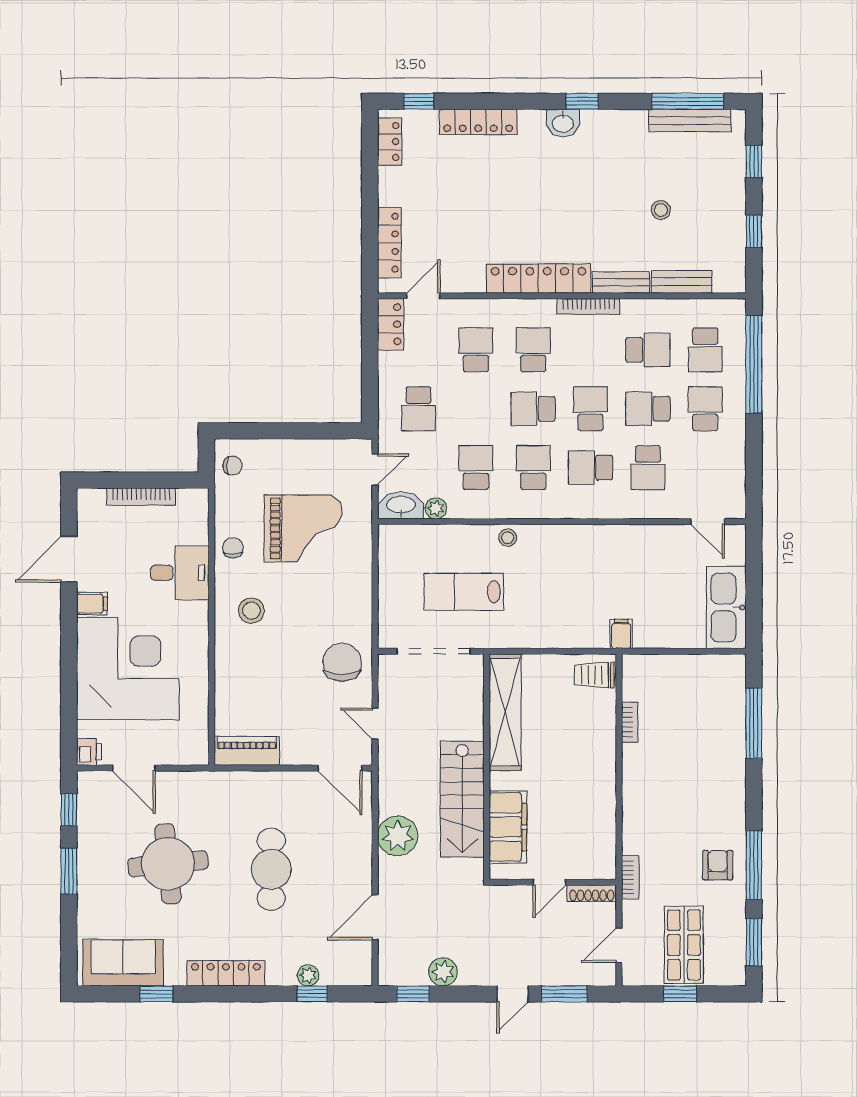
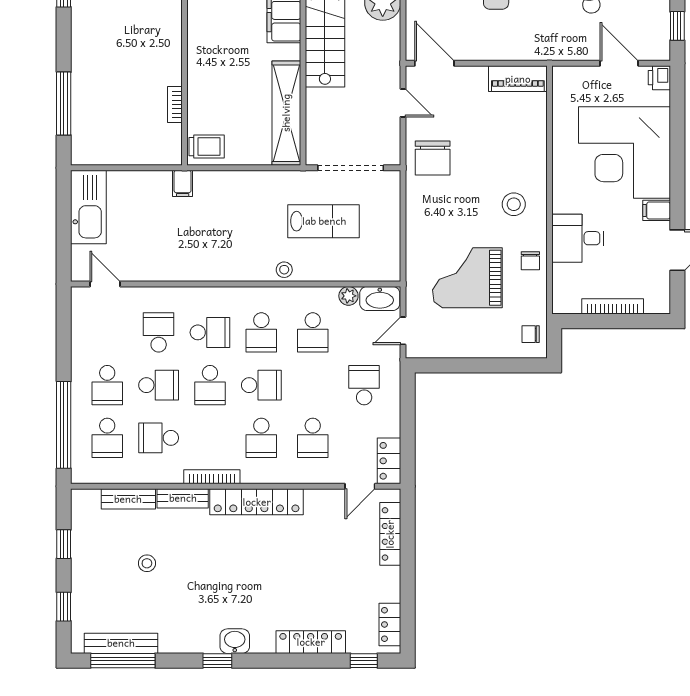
school desk: (705, 350) -> (107, 438), turned 180

